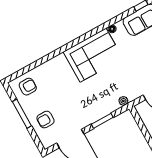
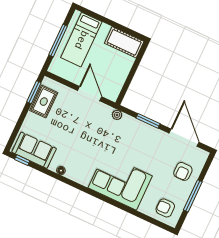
corner sofa: (93, 55) -> (120, 182), moved
armchair: (45, 120) -> (183, 171), turned 90

